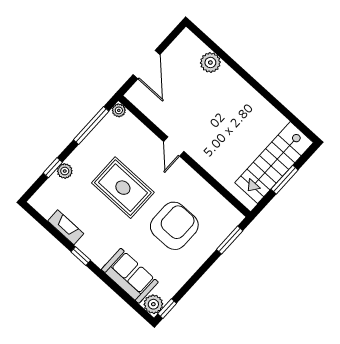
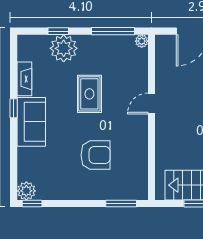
plant: (65, 171) -> (64, 48), width x1.87, depth x1.87
rug: (123, 188) -> (89, 94), width x0.73, depth x0.70
armchair: (174, 226) -> (96, 155), width x0.73, depth x0.73
sofa: (130, 276) -> (31, 122), moved

